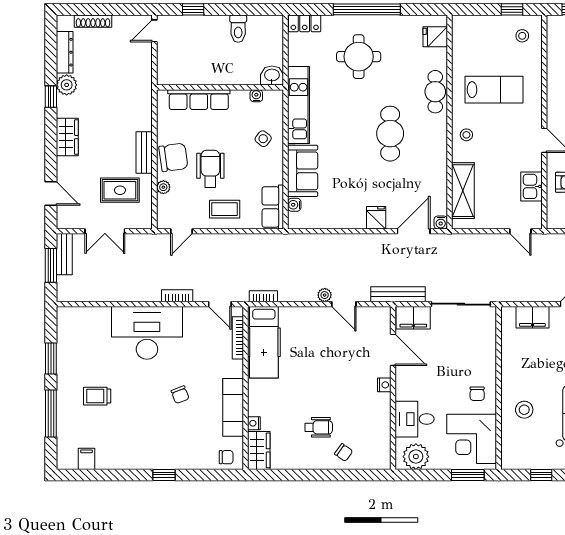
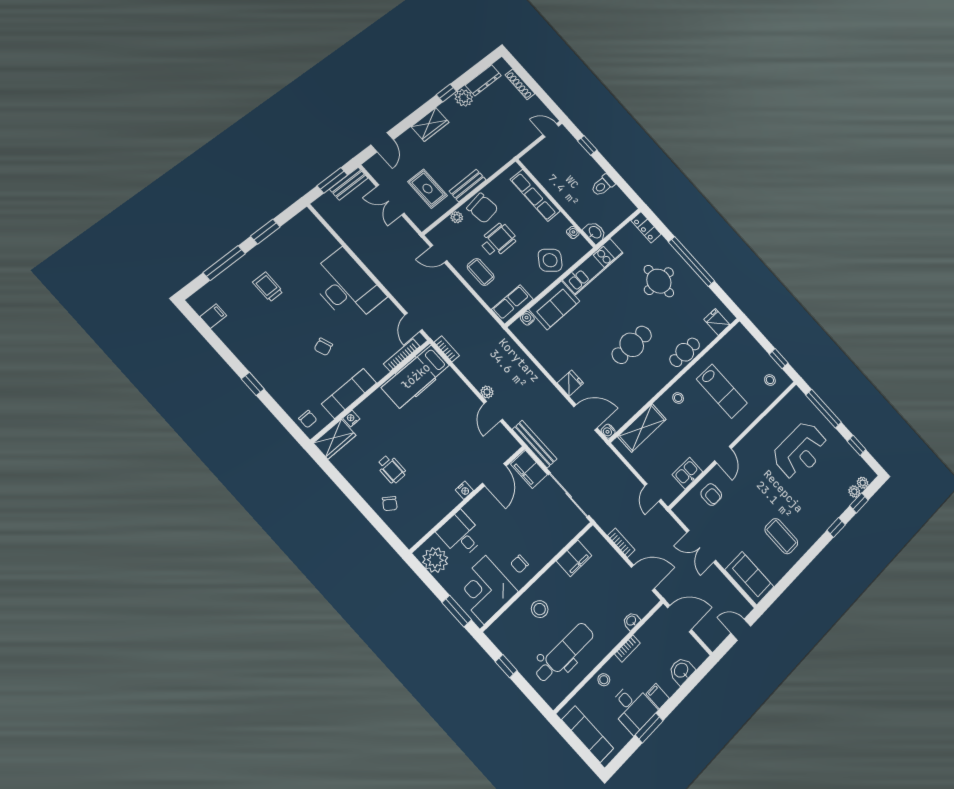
side table: (263, 139) -> (550, 260), width x1.87, depth x1.87
bookcase: (177, 296) -> (621, 543), moved
filing cabinet: (532, 317) -> (574, 558), moved, turned -90

